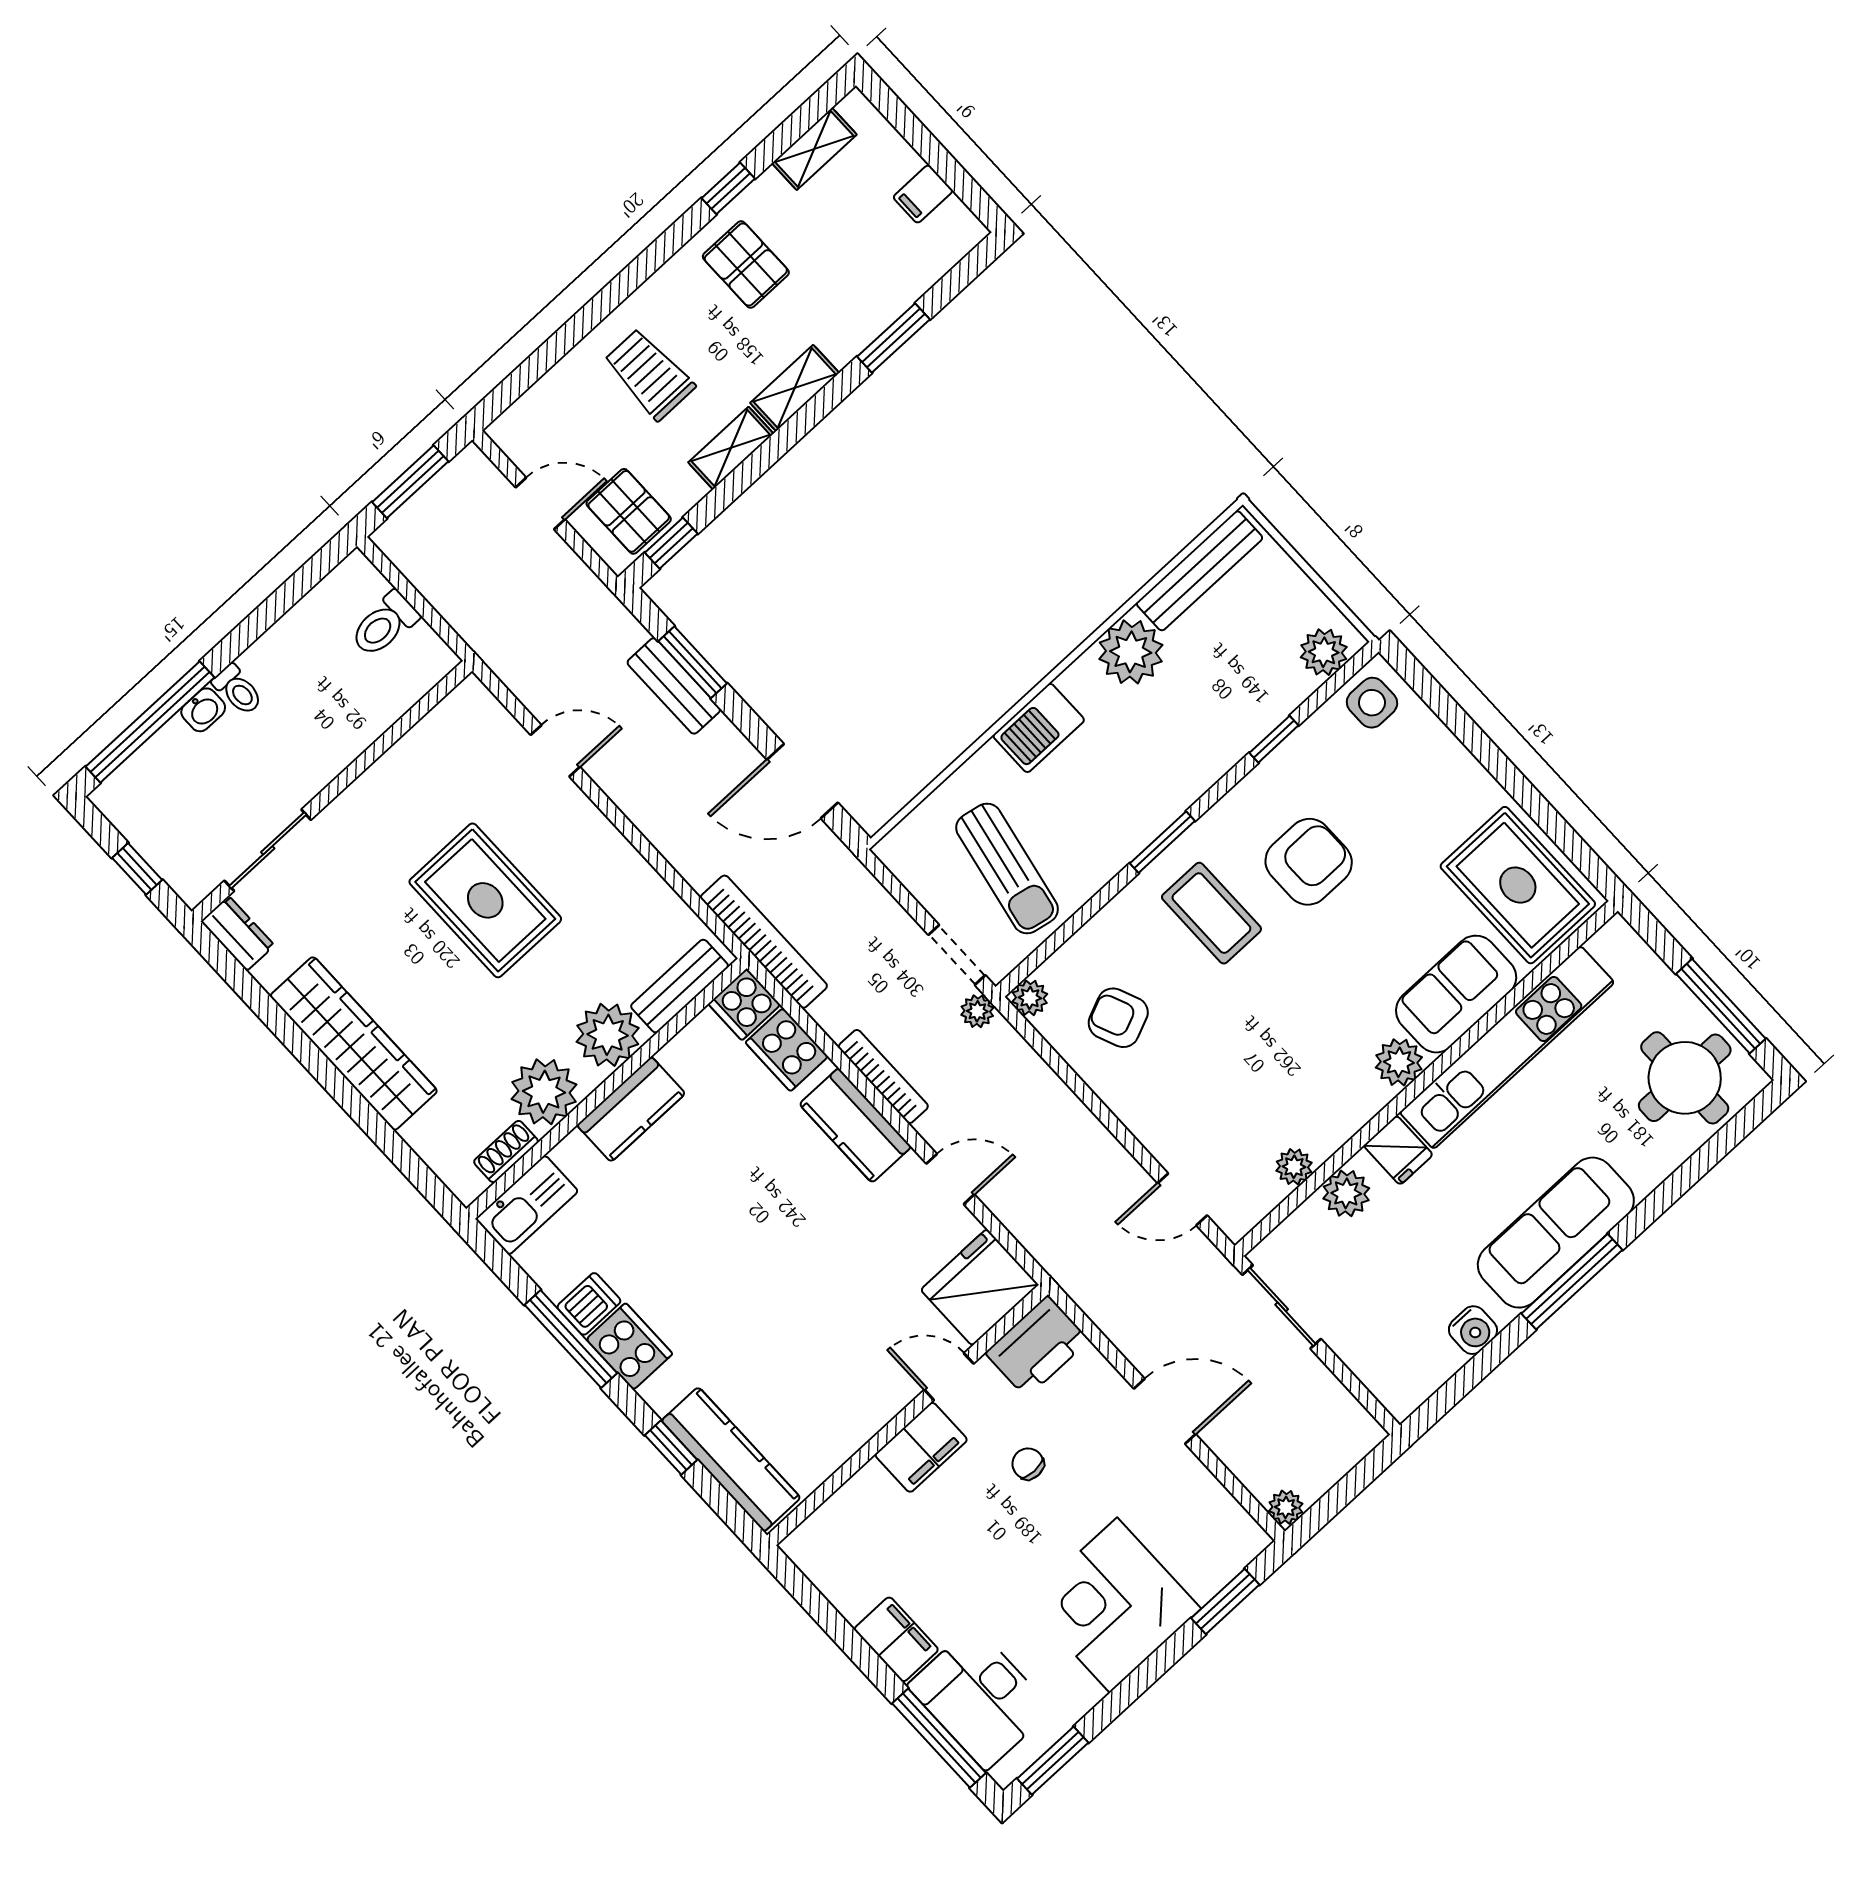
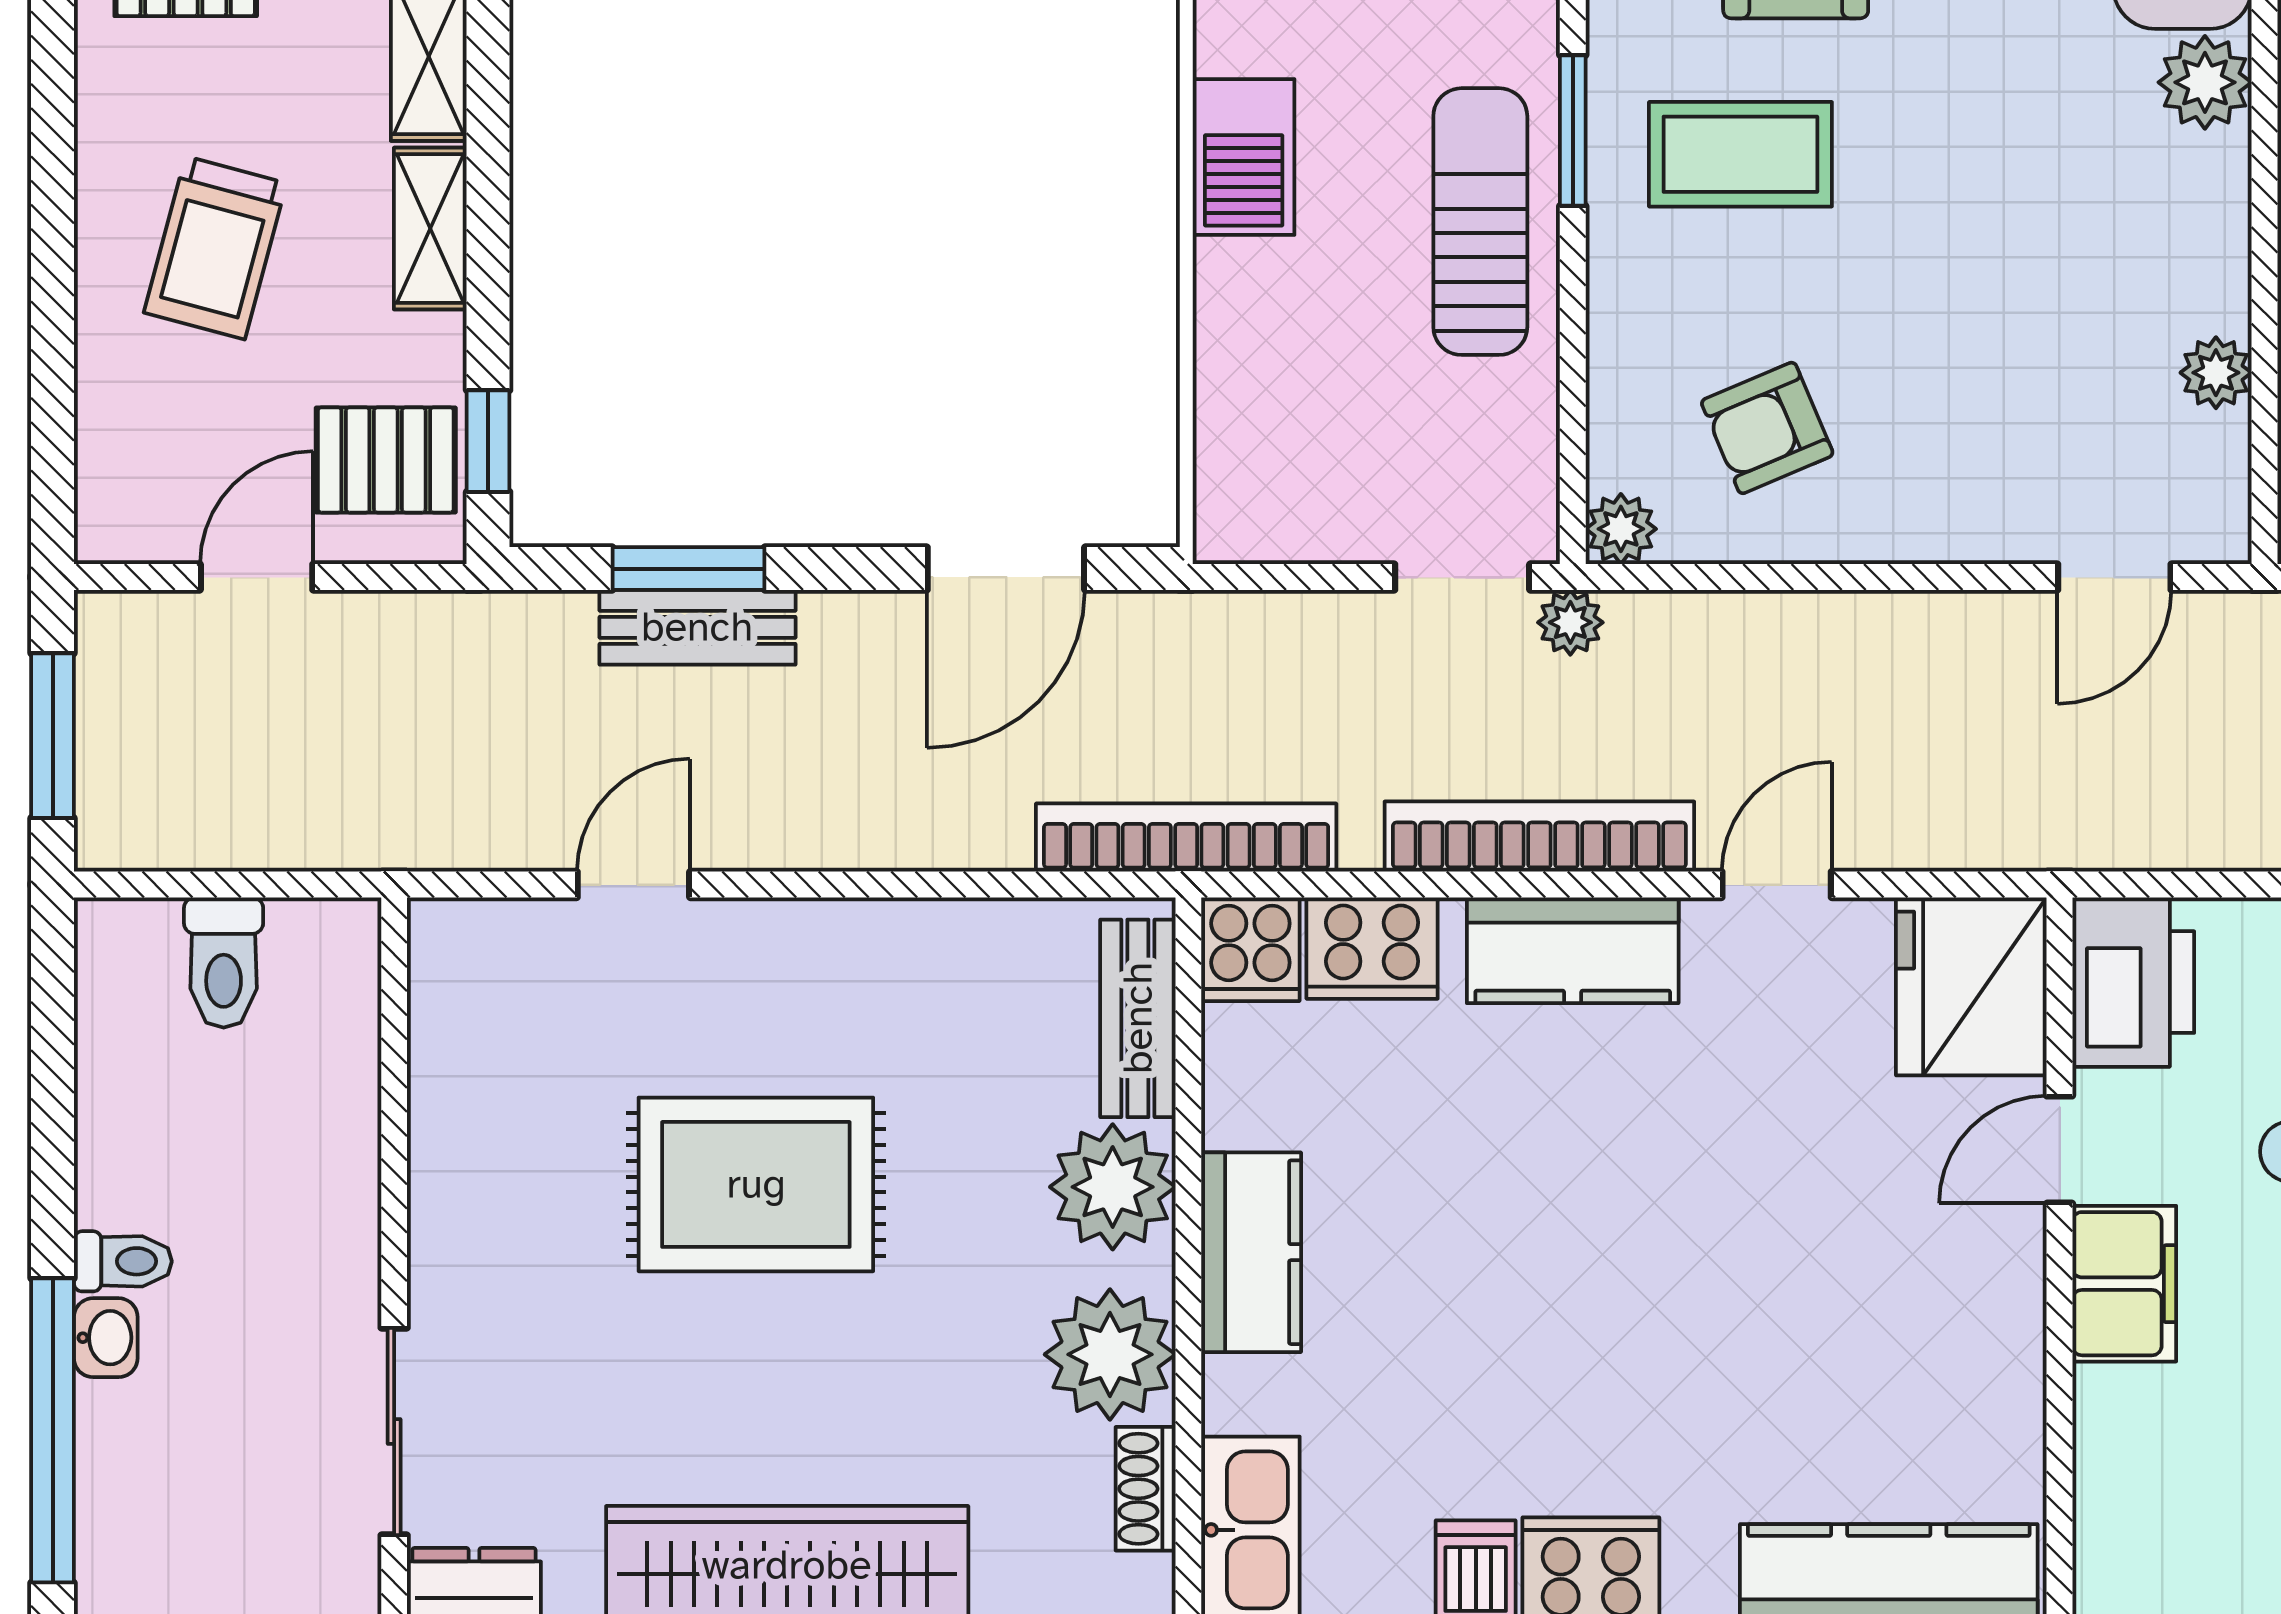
trolley: (649, 374) -> (215, 248), turned -75
sun lounger: (1007, 869) -> (1480, 222), moved, turned -101
bookcase: (883, 1077) -> (1539, 837), width x1.48, depth x1.31

